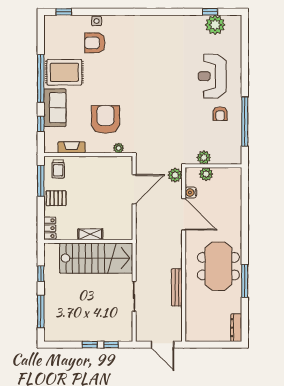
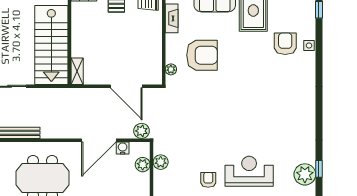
armchair: (220, 114) -> (208, 180), turned 90
shelving: (90, 234) -> (77, 71), moved

